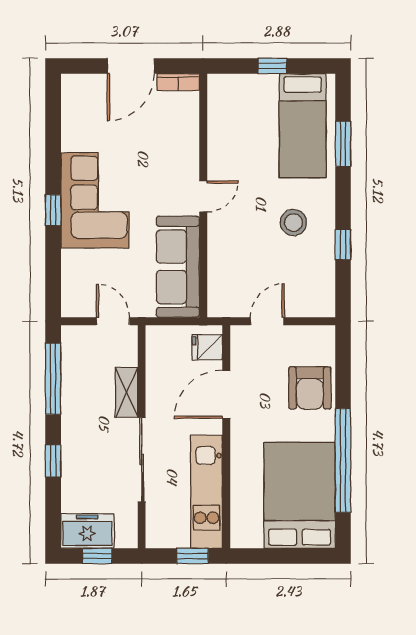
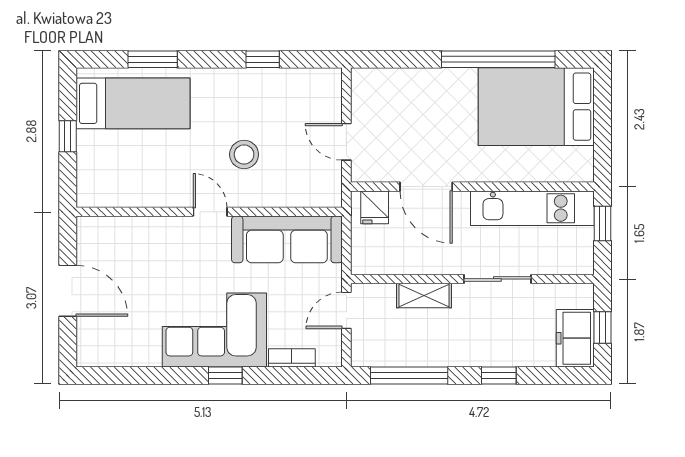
bookcase: (178, 82) -> (292, 358), moved, turned -90
stool: (293, 222) -> (244, 154), moved
armchair: (310, 388) -> (419, 95), removed
sliding door: (142, 460) -> (497, 279), width x0.73

